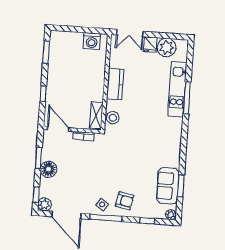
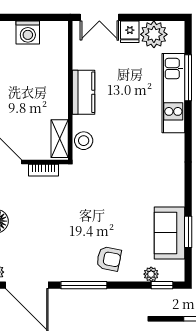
washing machine: (92, 41) -> (28, 33), moved
window: (187, 98) -> (188, 78), moved
side table: (102, 204) -> (77, 266), removed
plant: (171, 215) -> (151, 274), moved
window: (147, 221) -> (162, 285), moved

